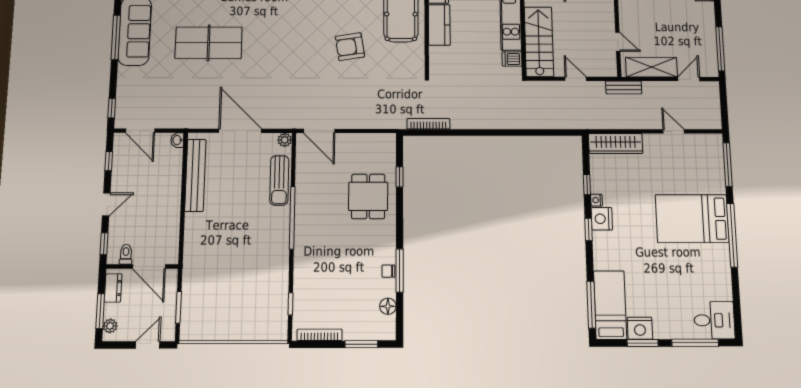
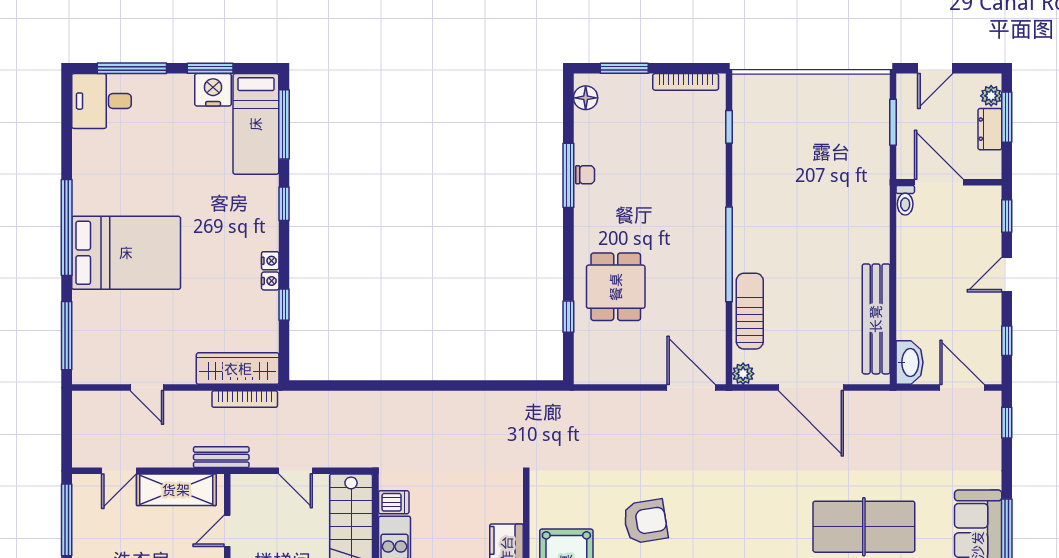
door: (618, 42) -> (227, 531), hinge flipped
bookcase: (428, 124) -> (245, 399), moved
washbasin: (177, 140) -> (909, 362), width x1.91, depth x1.45
nightstand: (602, 219) -> (270, 261), width x0.53, depth x0.56
window: (589, 229) -> (284, 204), moved
toilet: (126, 254) -> (905, 200), moved
dresser: (113, 288) -> (990, 129), moved
floor lamp: (388, 306) -> (586, 98), moved

